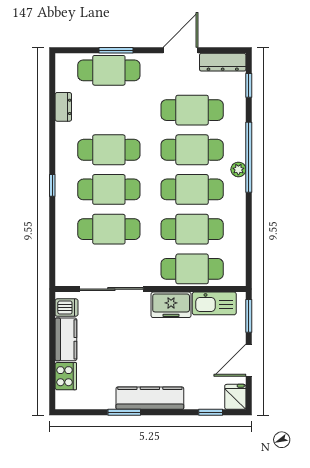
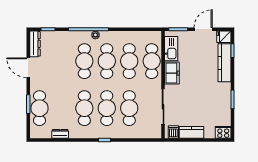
cafe table: (192, 110) -> (62, 61), removed
door: (249, 360) -> (203, 29), swing flipped
cooker: (66, 376) -> (223, 132), moved
kitchen counter: (150, 398) -> (225, 63), moved

